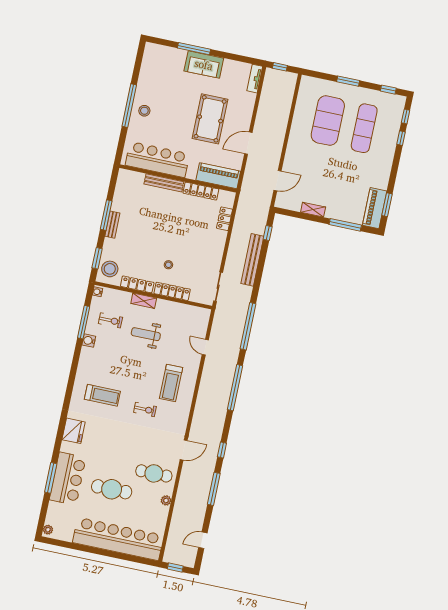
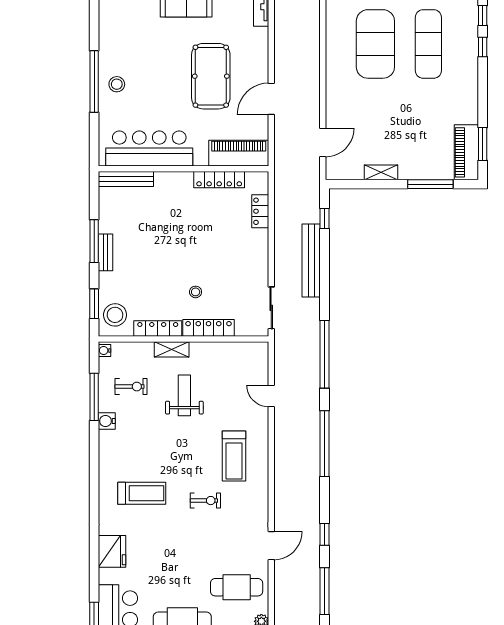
bench: (164, 183) -> (126, 179), moved
weight bench: (146, 334) -> (184, 395), turned 90

